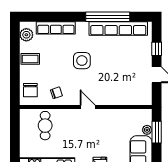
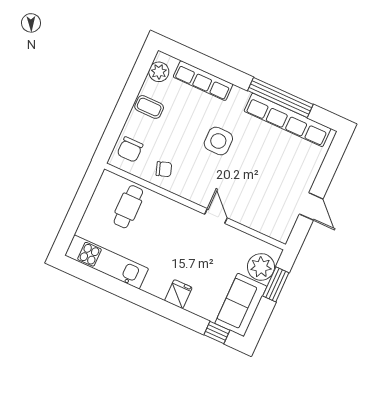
window: (157, 49) -> (327, 171), removed
door: (88, 107) -> (216, 216), moved
plant: (147, 130) -> (261, 267), width x1.87, depth x1.87

